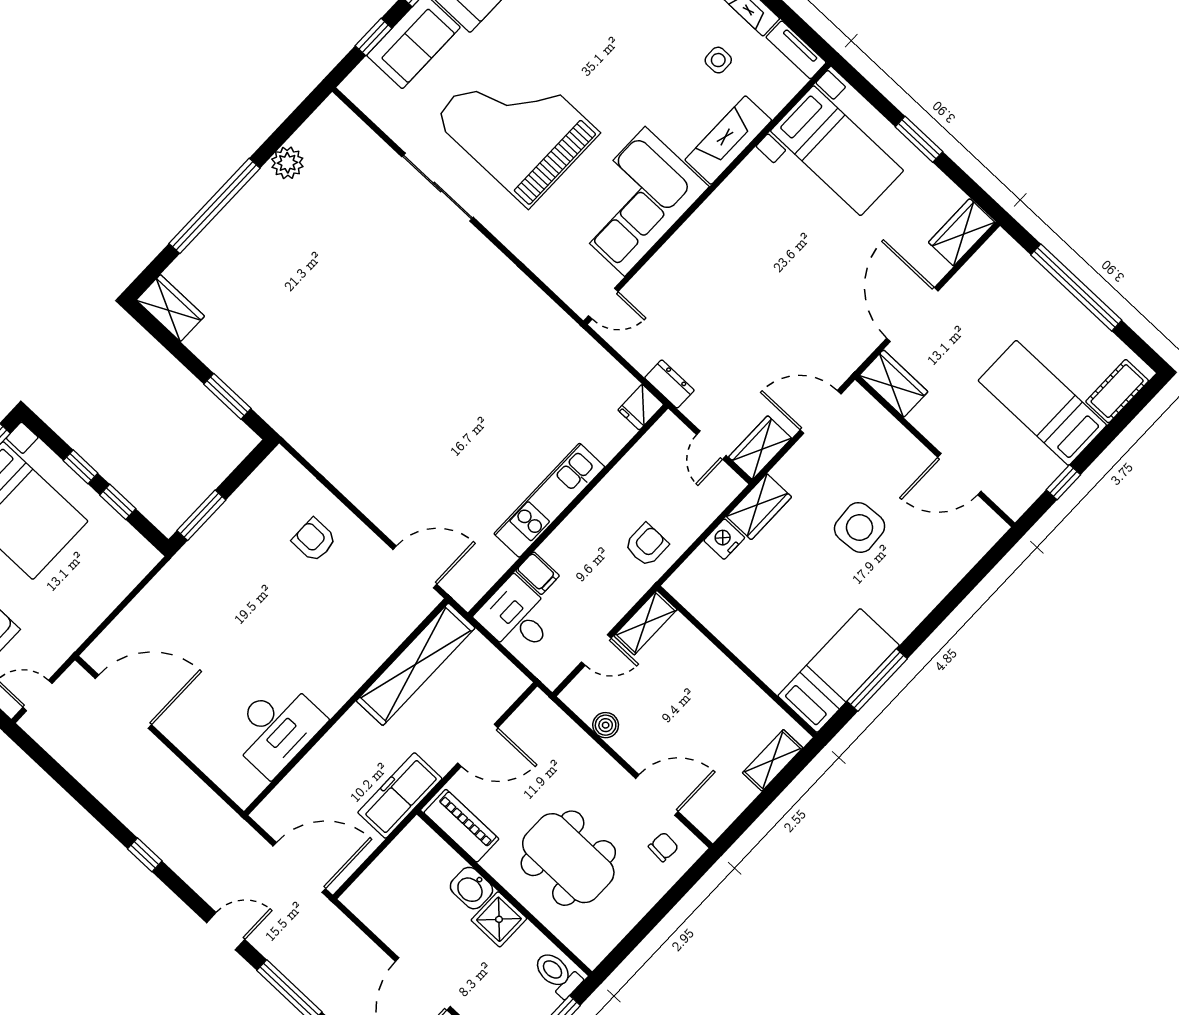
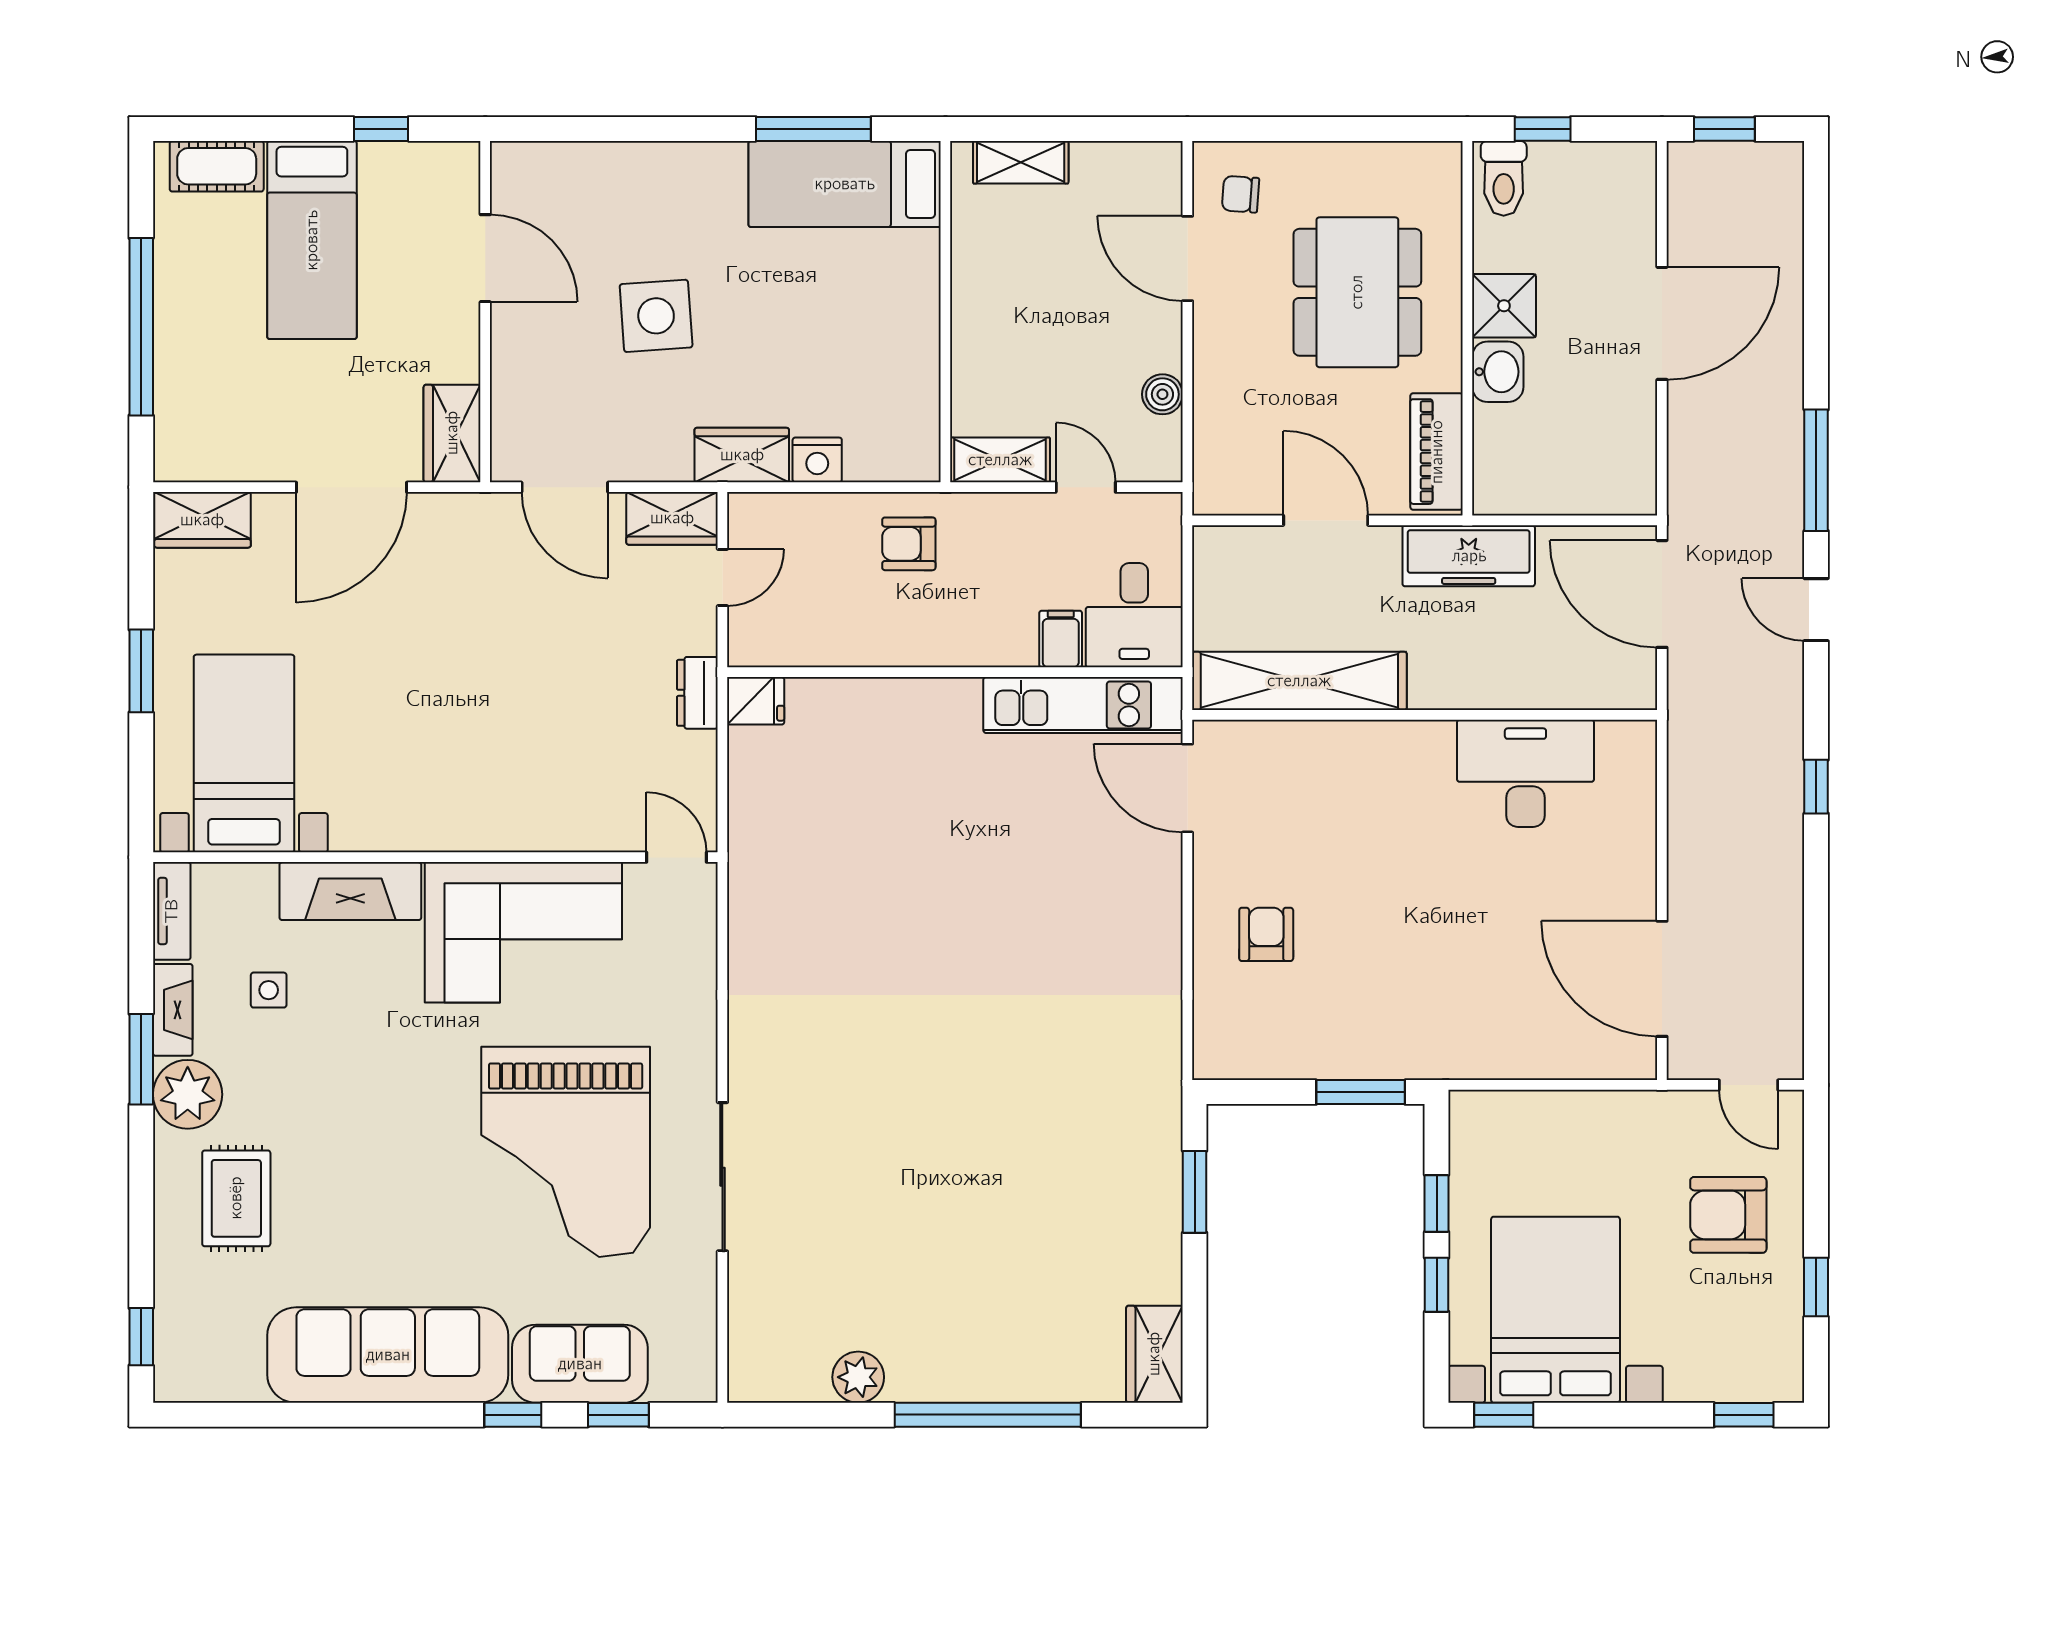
kitchen unit: (549, 500) -> (1083, 705), moved
armchair: (314, 540) -> (1266, 934), turned 180

